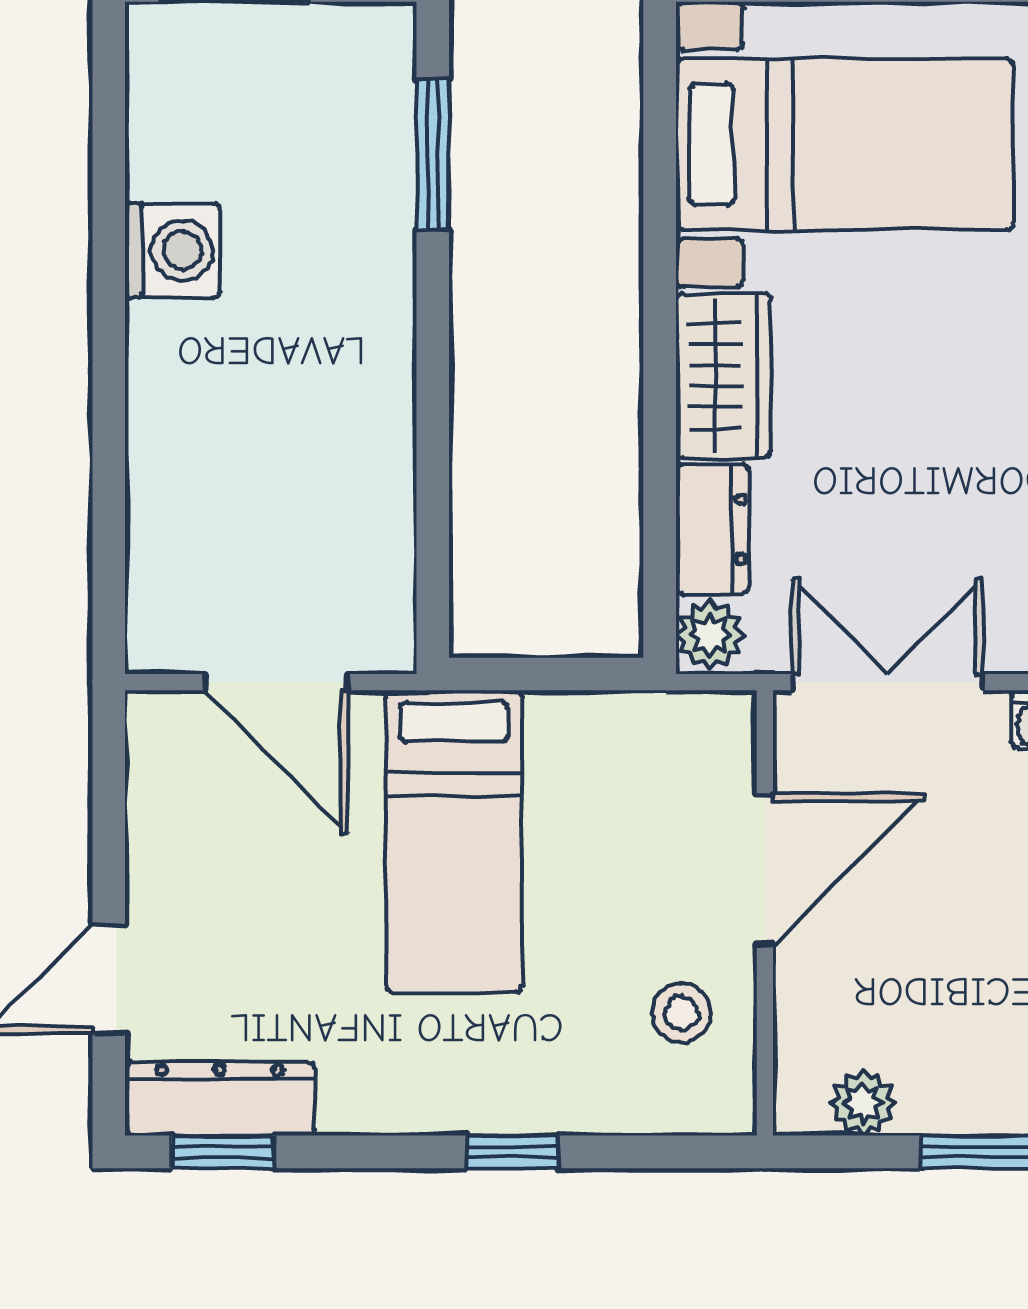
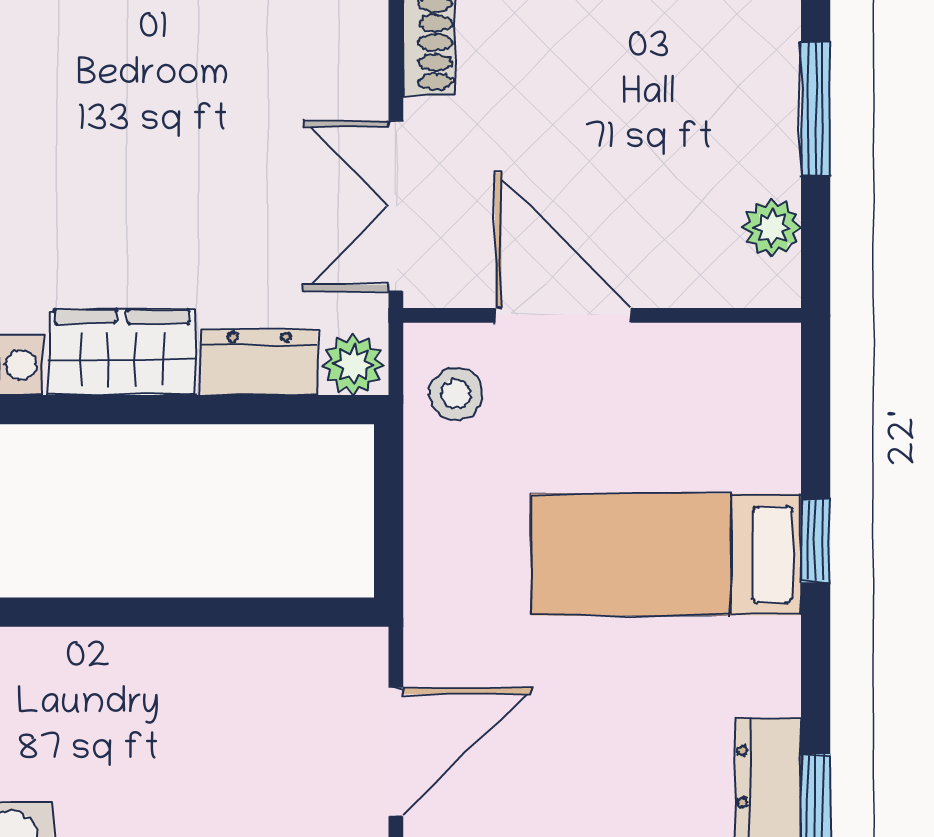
bed: (454, 841) -> (666, 554), moved, turned 180
stool: (682, 1013) -> (456, 394), moved

